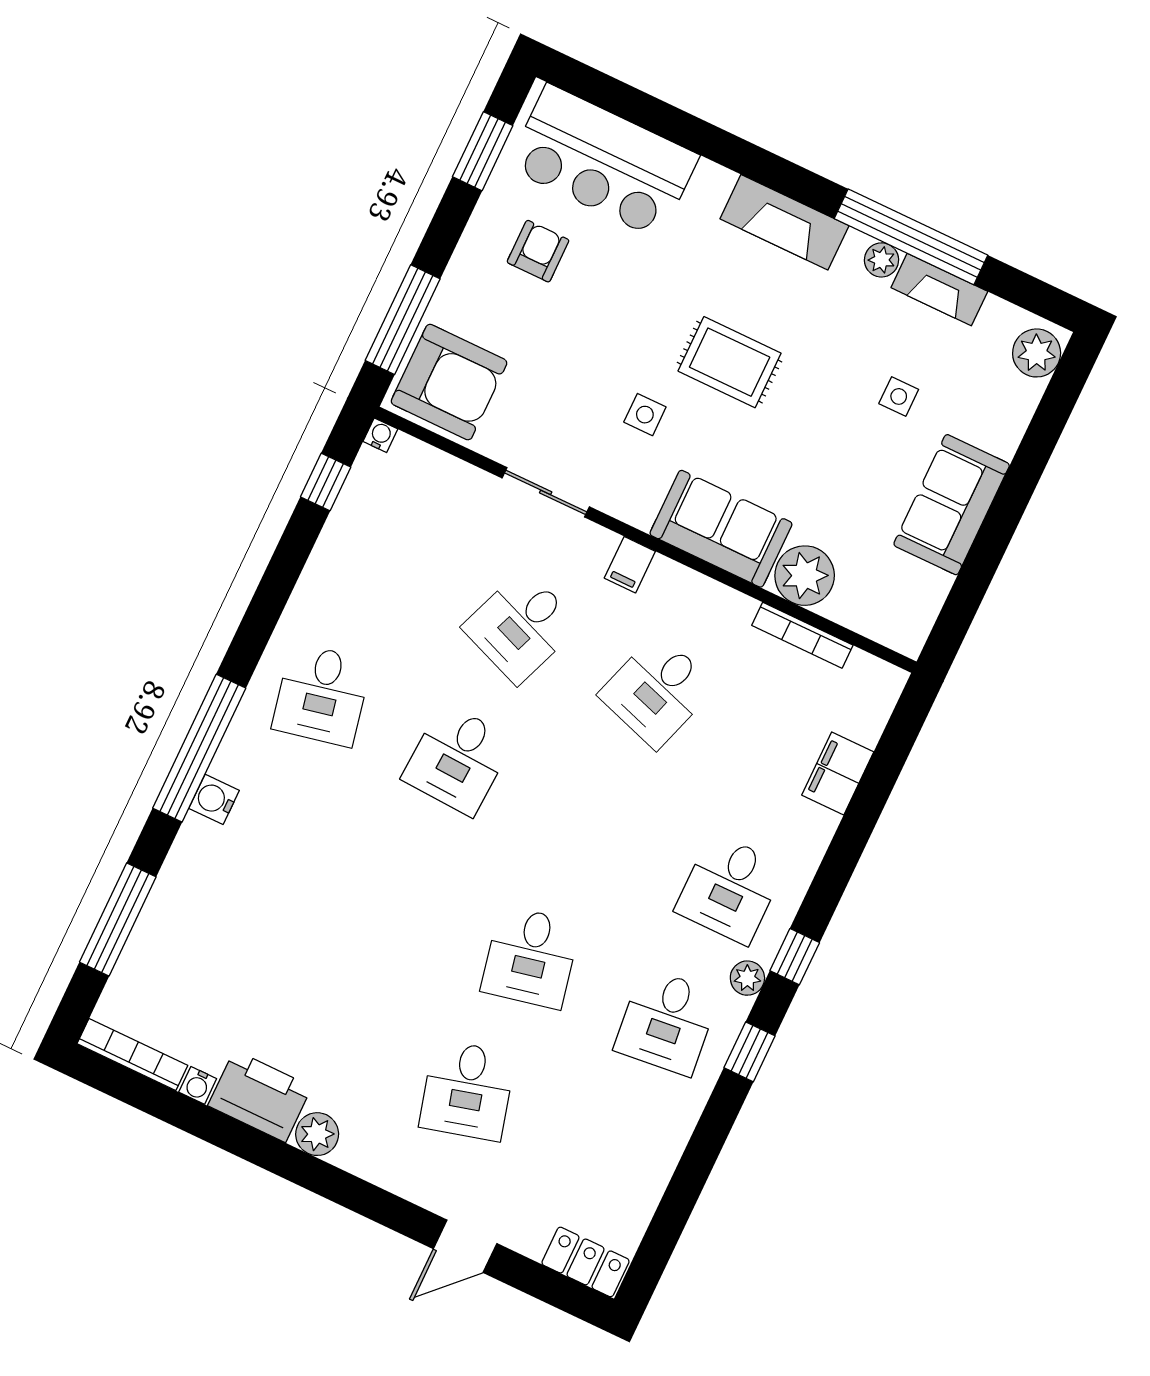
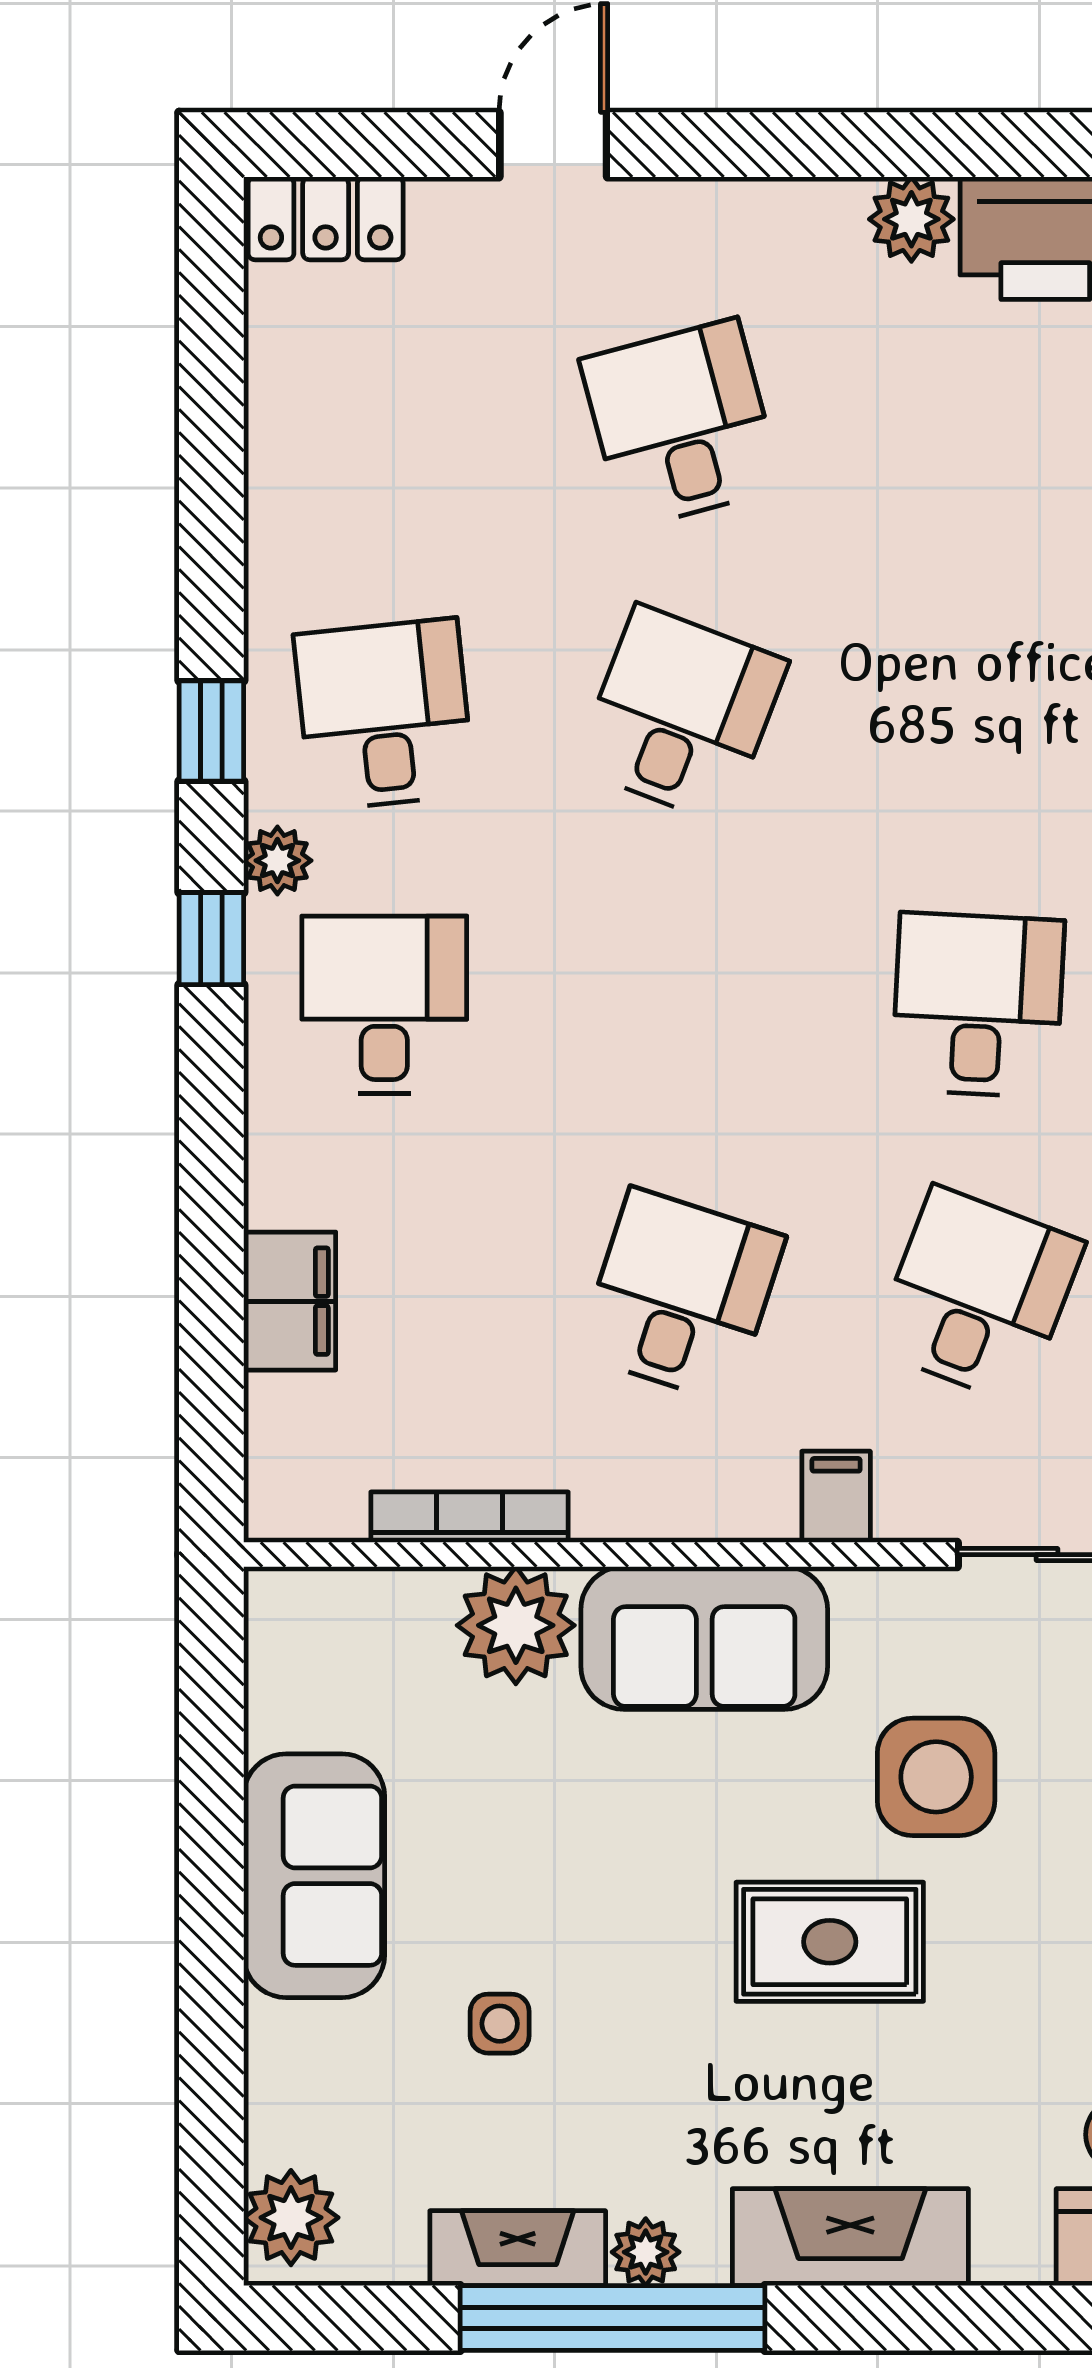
side table: (645, 415) -> (936, 1777), width x1.87, depth x1.87
desk: (531, 957) -> (681, 714), turned 33

